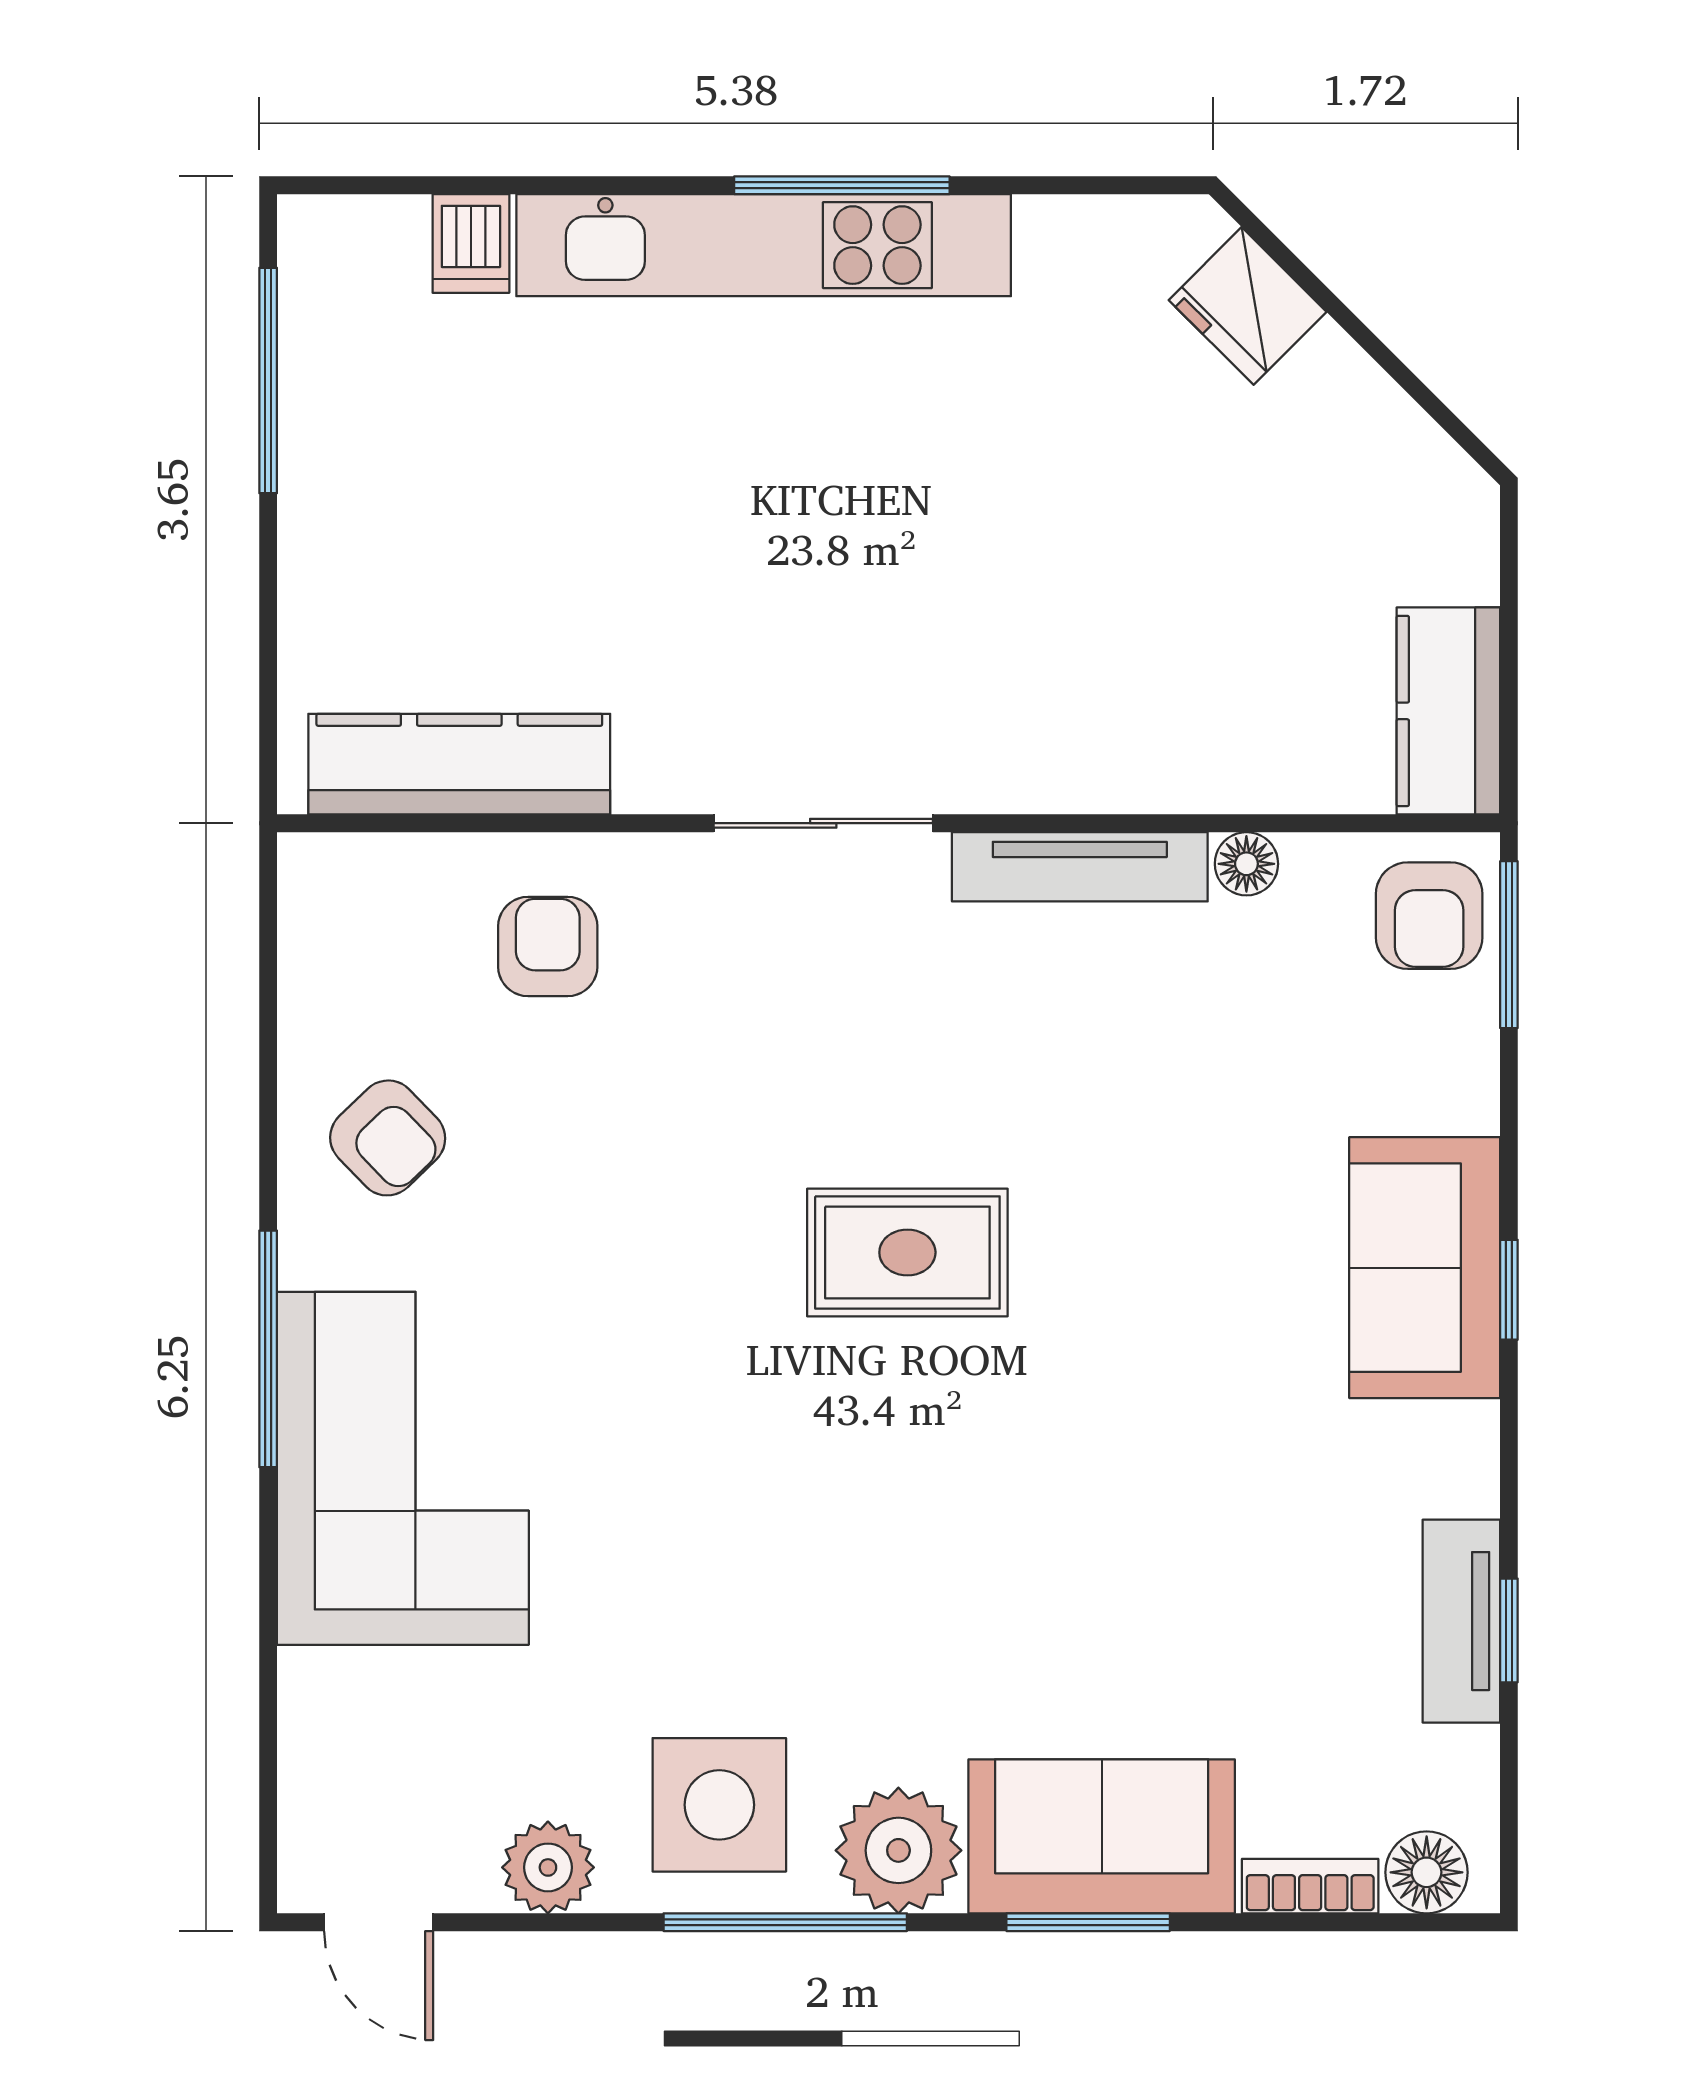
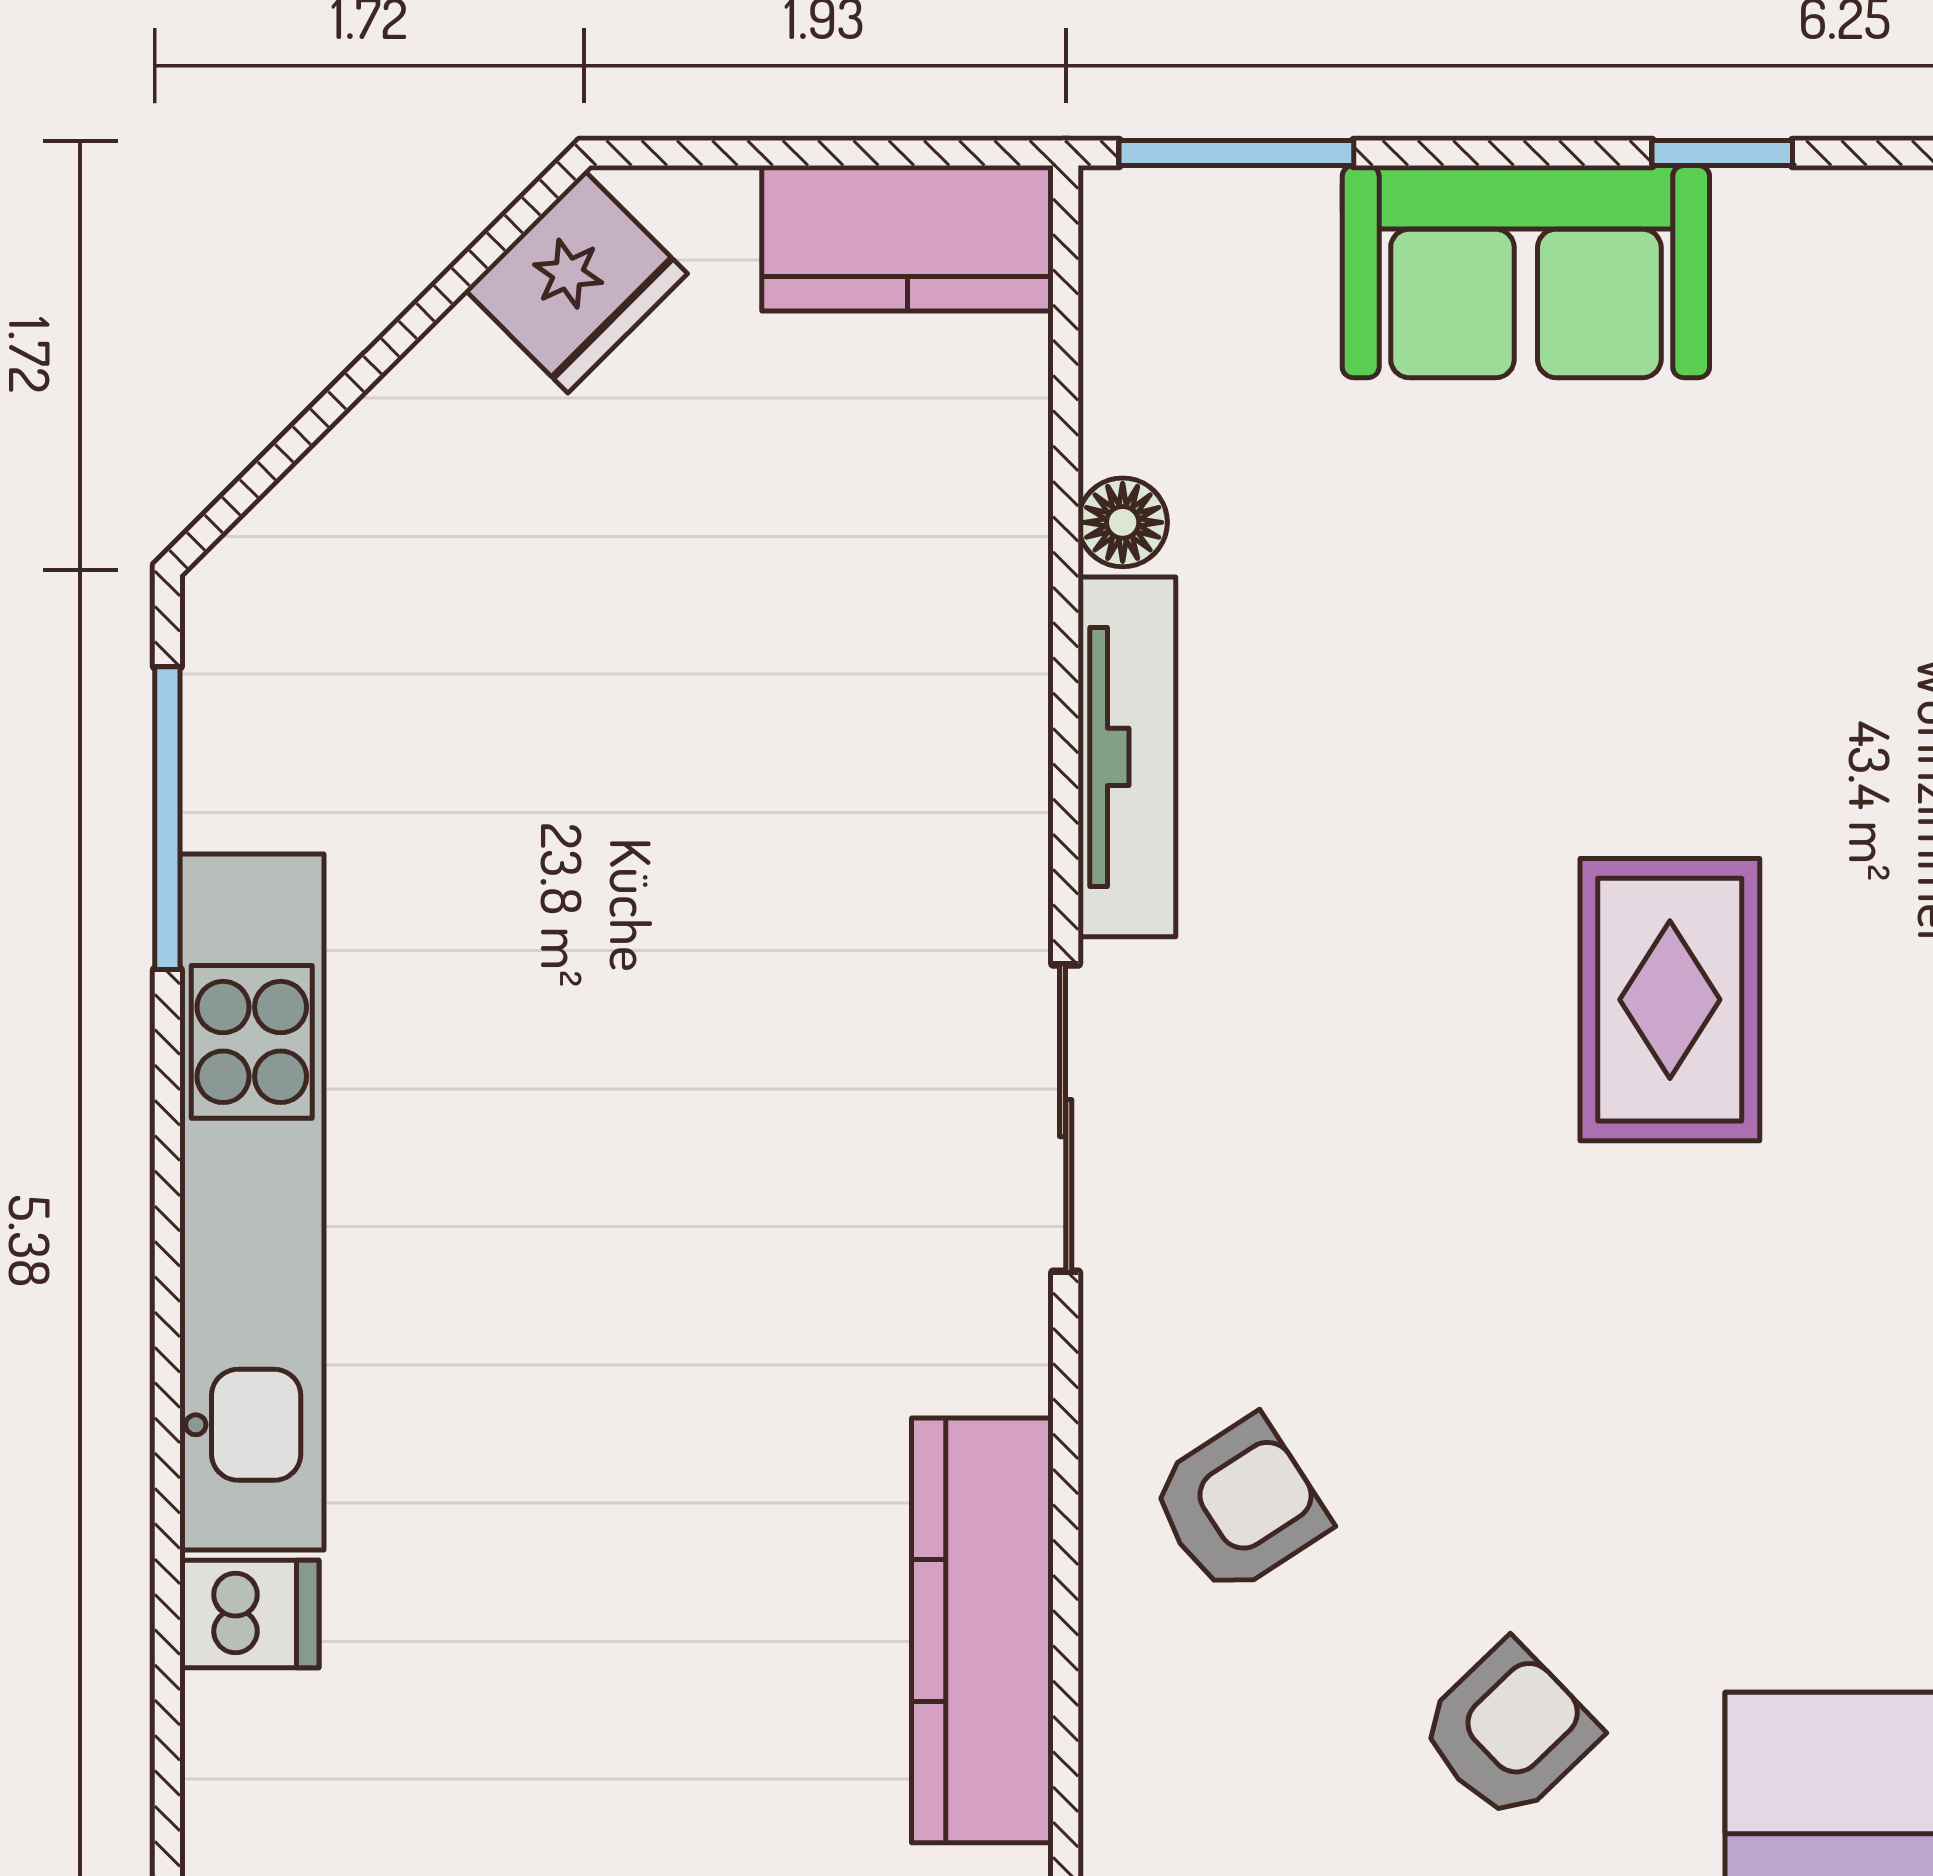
window: (842, 185) -> (167, 818), moved
fridge: (1248, 306) -> (576, 282), moved
armchair: (1429, 916) -> (1196, 265), removed
armchair: (548, 946) -> (1239, 1506), turned 147
sofa: (1425, 1268) -> (1526, 272), moved

